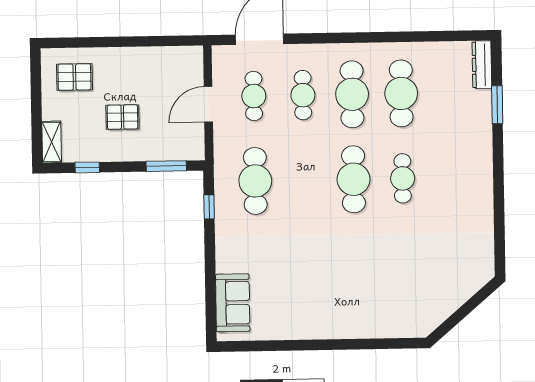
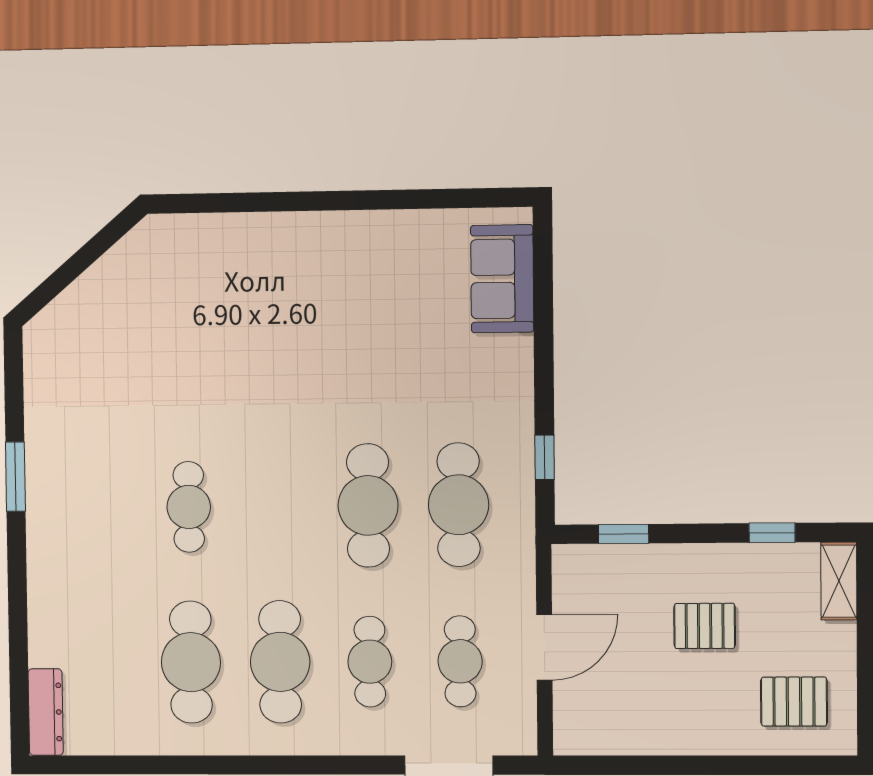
window: (497, 105) -> (15, 477), moved
window: (166, 166) -> (624, 534), width x0.67
cafe table: (354, 179) -> (368, 505), moved

